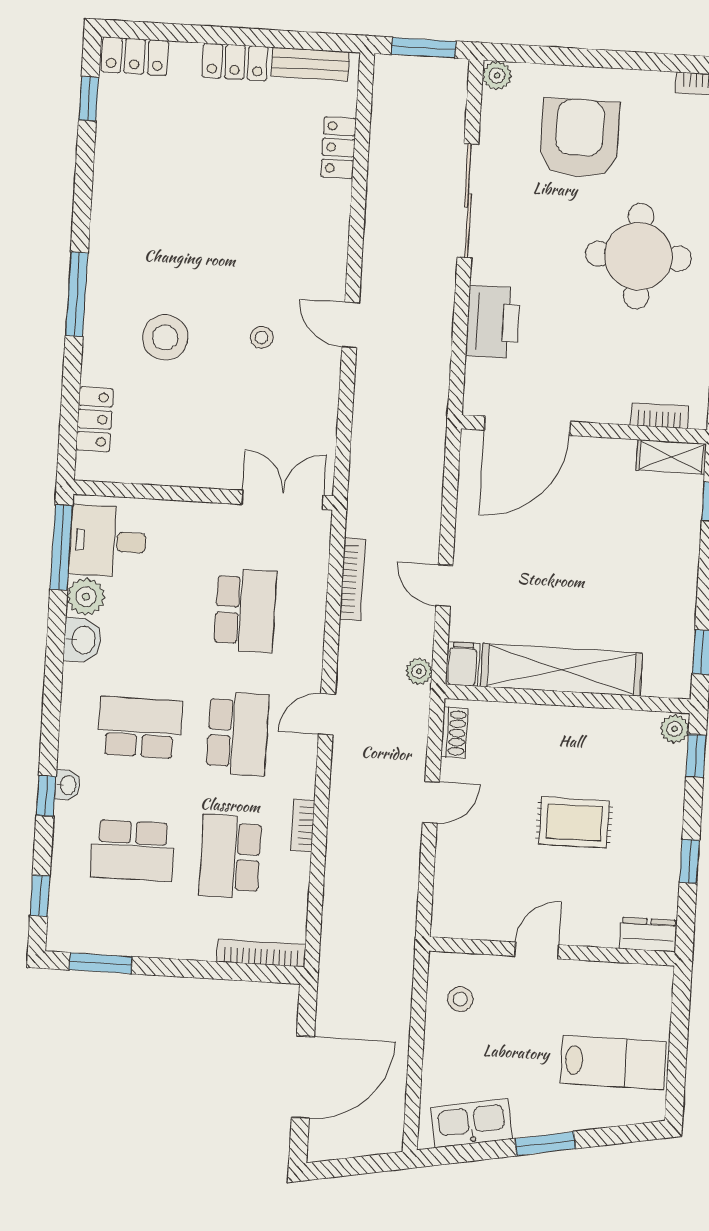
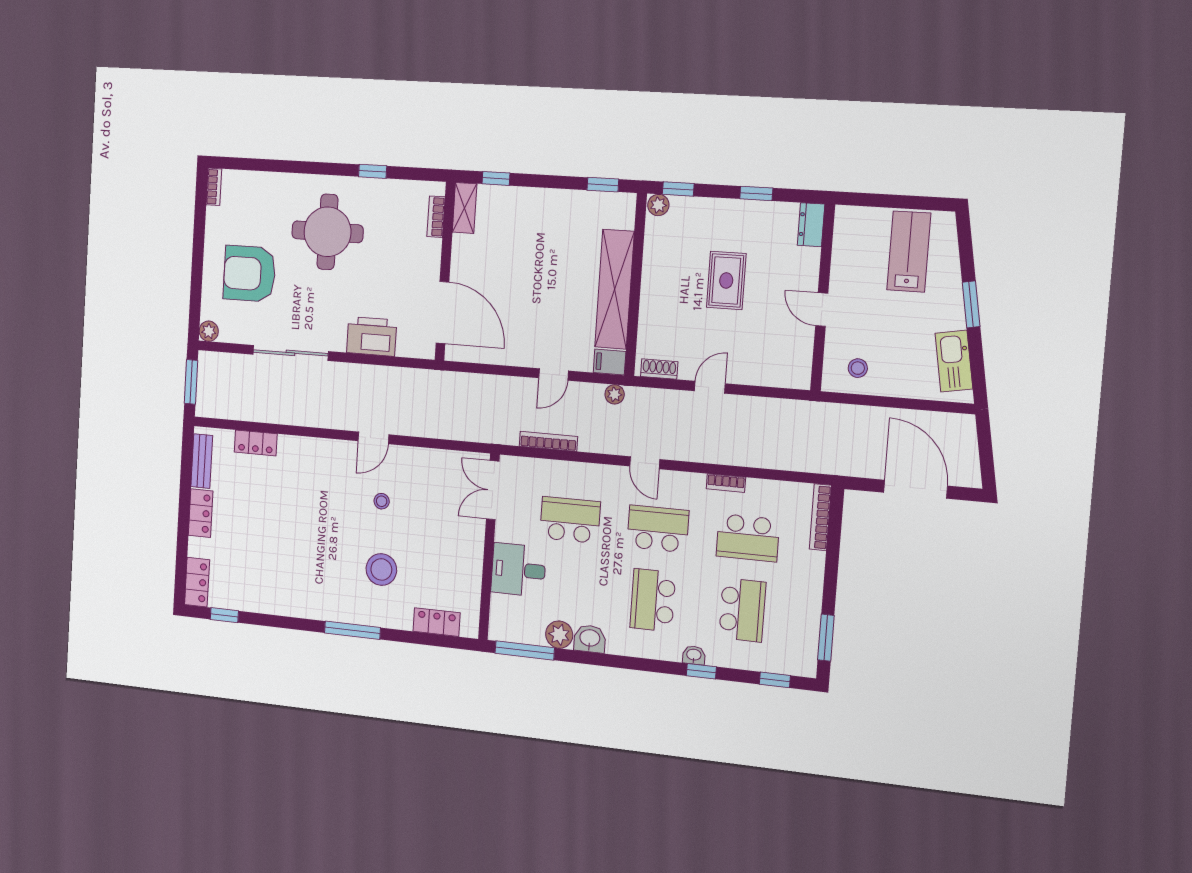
desk: (108, 541) -> (518, 570), moved, turned 90
door: (431, 802) -> (710, 387), hinge flipped

